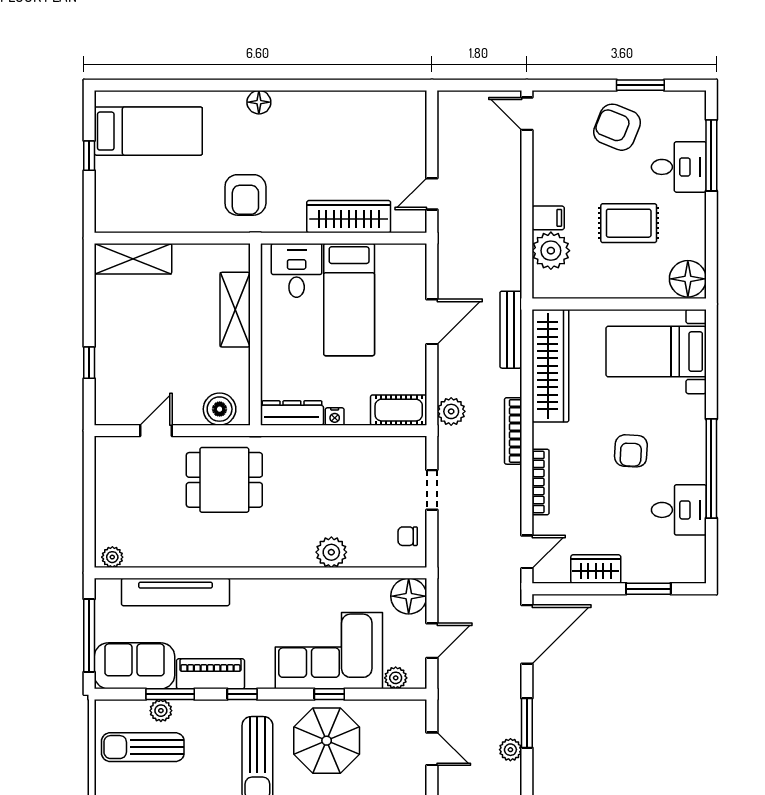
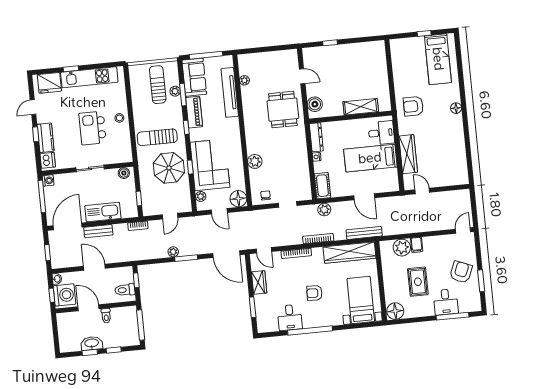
shelving: (133, 259) -> (379, 58), removed
plant: (112, 557) -> (244, 80), moved

